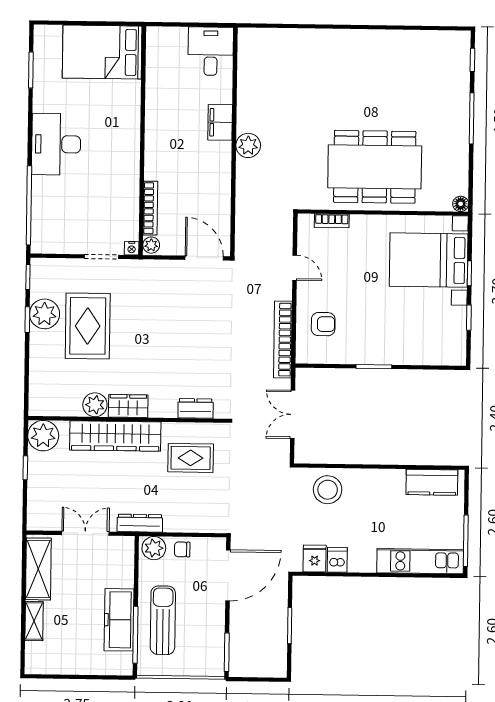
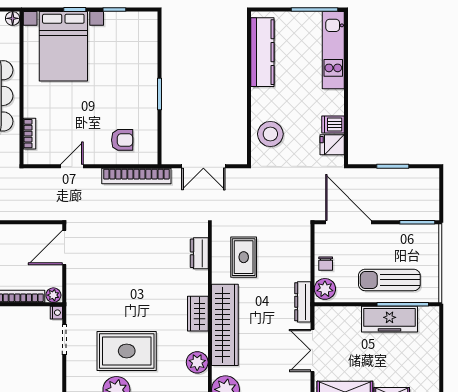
armchair: (323, 324) -> (122, 140), turned 90
plant: (95, 405) -> (197, 362), moved
kitchen counter: (432, 482) -> (262, 52), width x1.50

